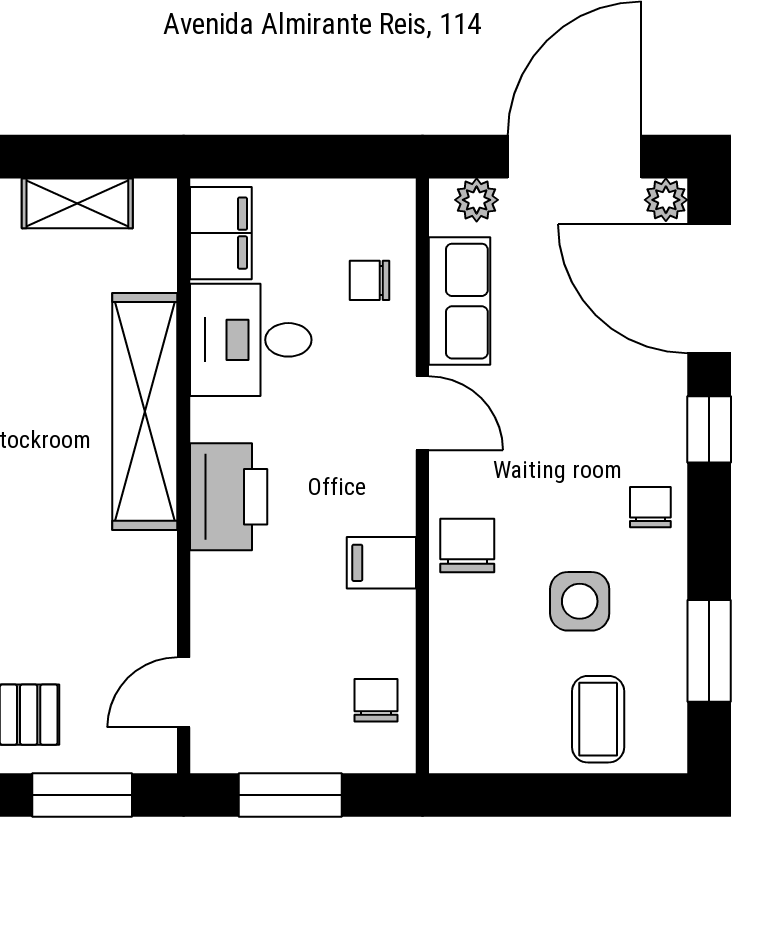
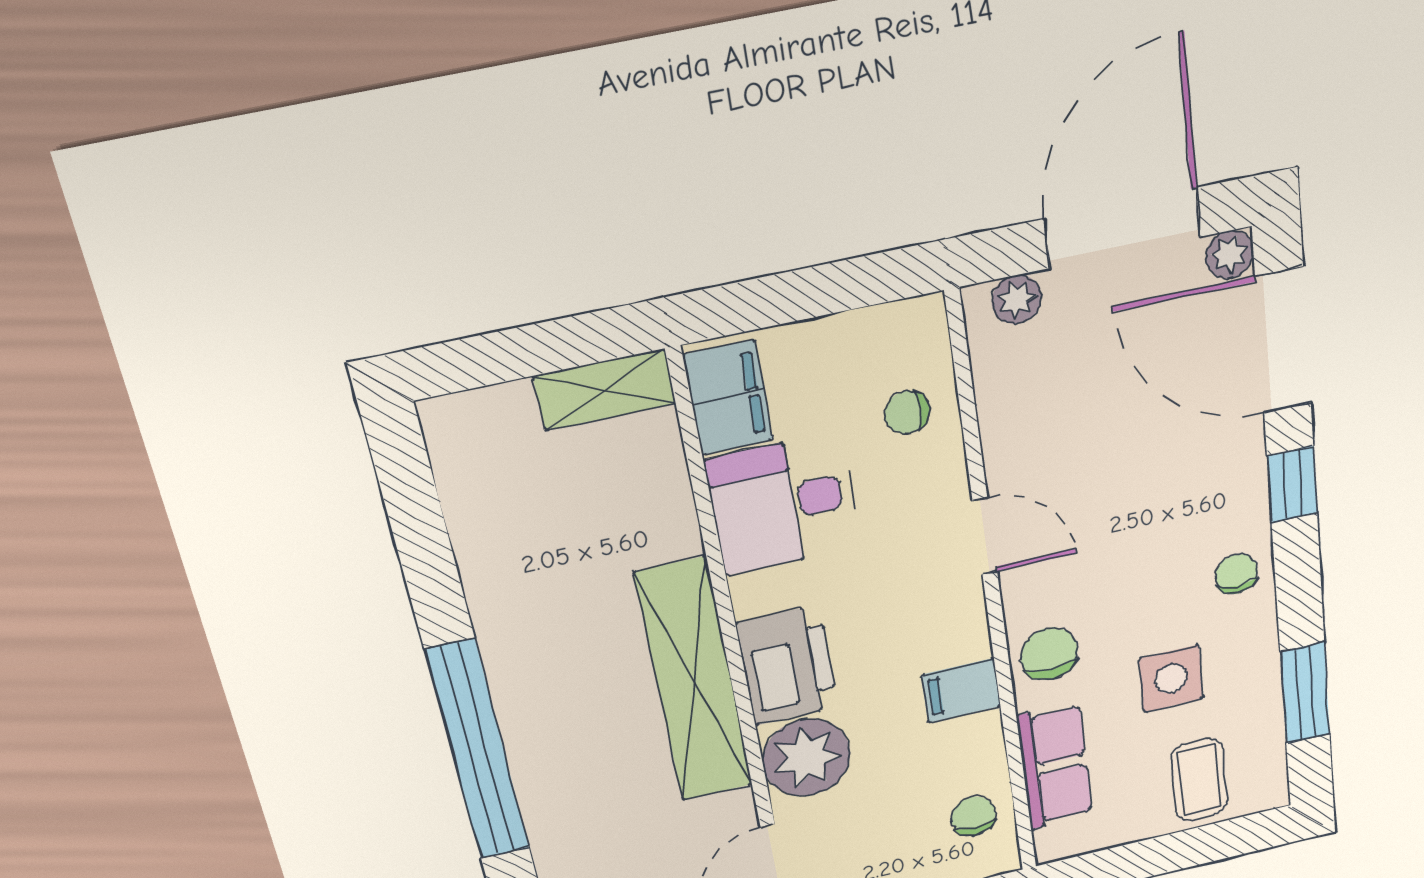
shelving: (77, 203) -> (605, 390), moved
row of seats: (460, 301) -> (1055, 766), moved
shelving: (145, 411) -> (694, 681), moved
plant: (231, 595) -> (807, 757), added

